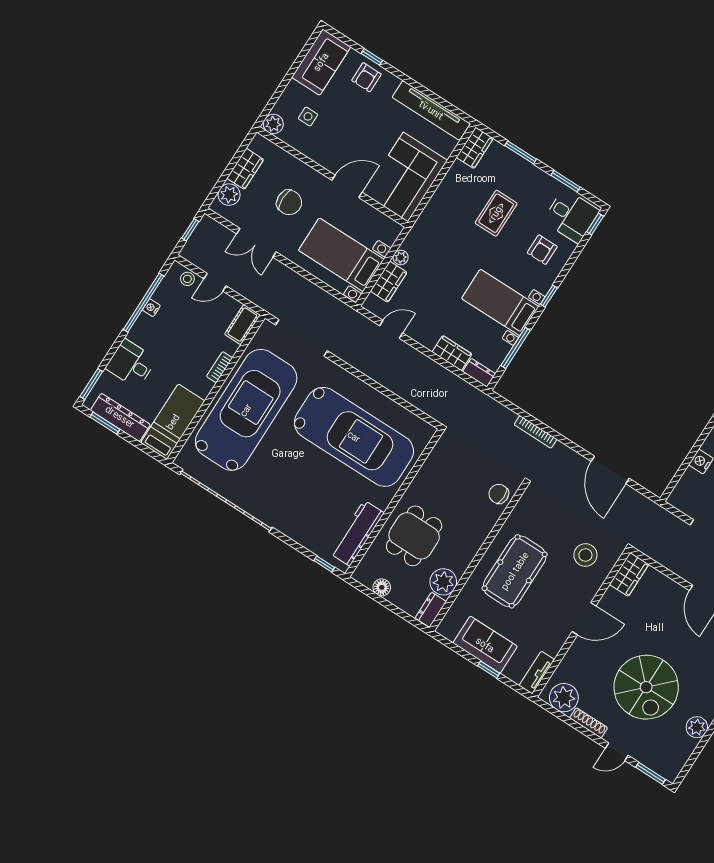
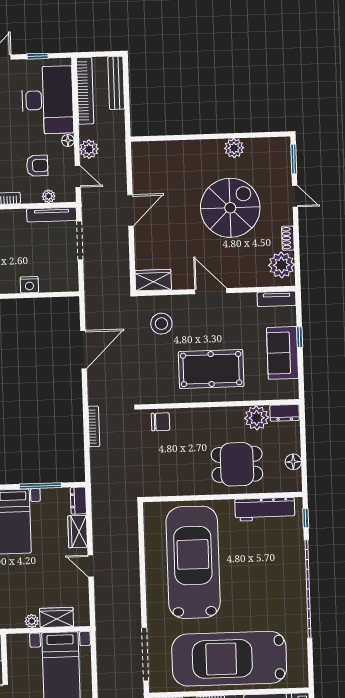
door: (391, 329) -> (91, 566), moved
chair: (499, 494) -> (160, 422), turned -92
garage door: (226, 501) -> (308, 589), moved
shoe rack: (589, 723) -> (288, 238), width x0.70

